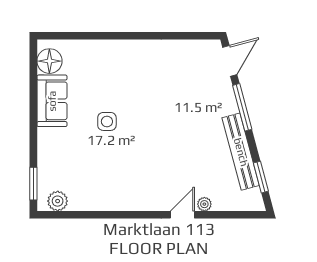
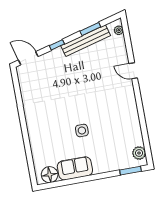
window: (242, 107) -> (57, 45), width x0.46
window: (261, 177) -> (90, 29), moved
plant: (204, 204) -> (119, 30), moved

